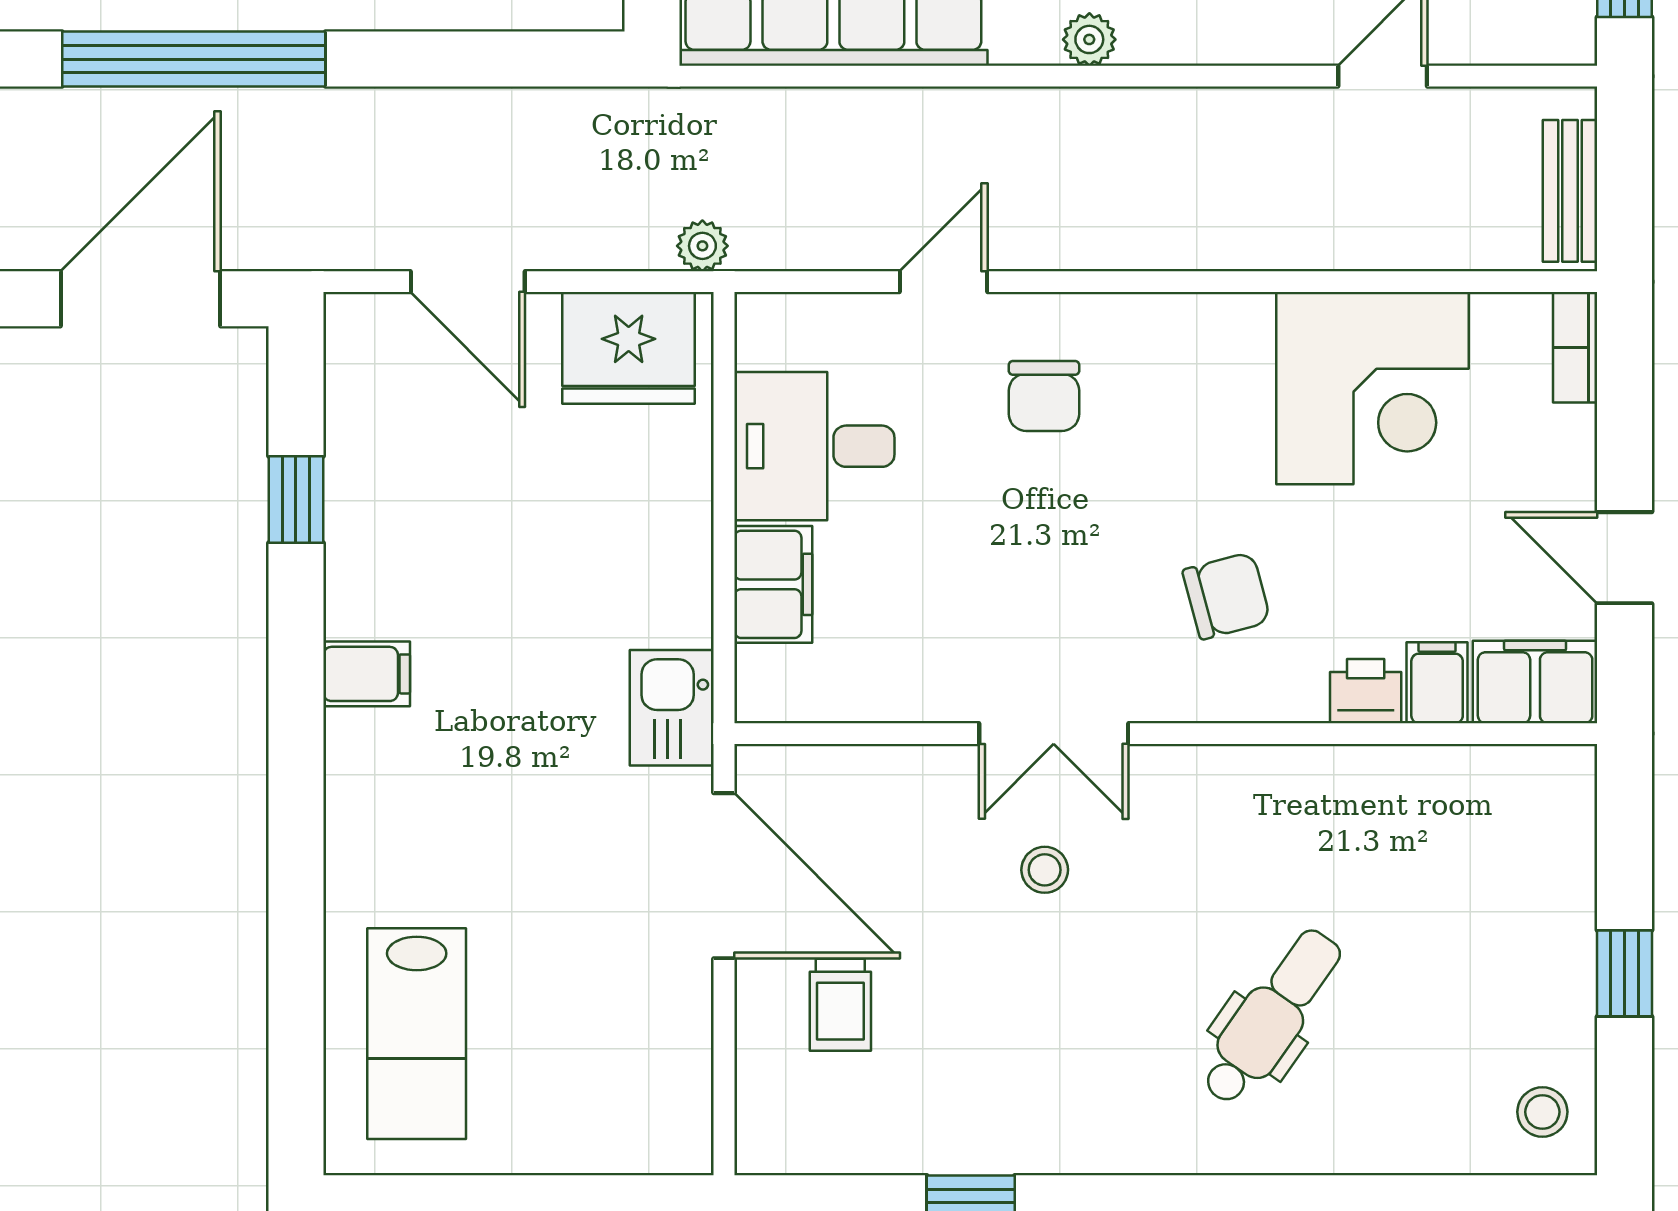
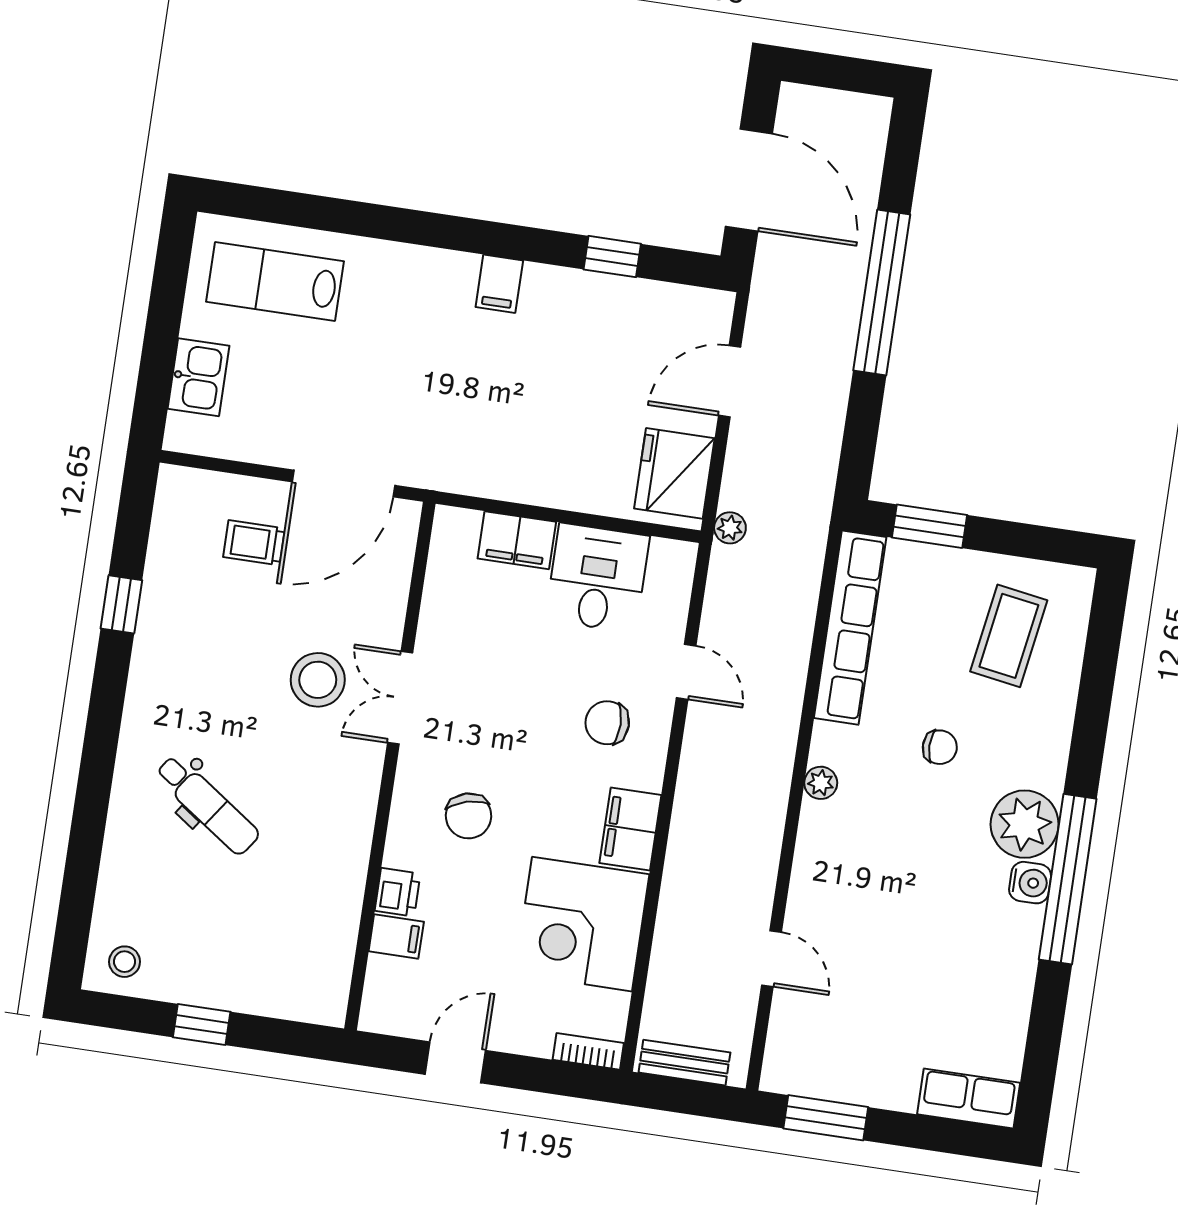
window: (194, 59) -> (882, 293), moved
filing cabinet: (1535, 682) -> (630, 829), moved, turned 180
kitchen sink: (672, 708) -> (199, 377), moved, turned 90
stool: (1045, 870) -> (318, 680), width x1.89, depth x1.89

